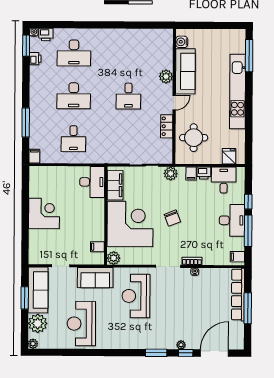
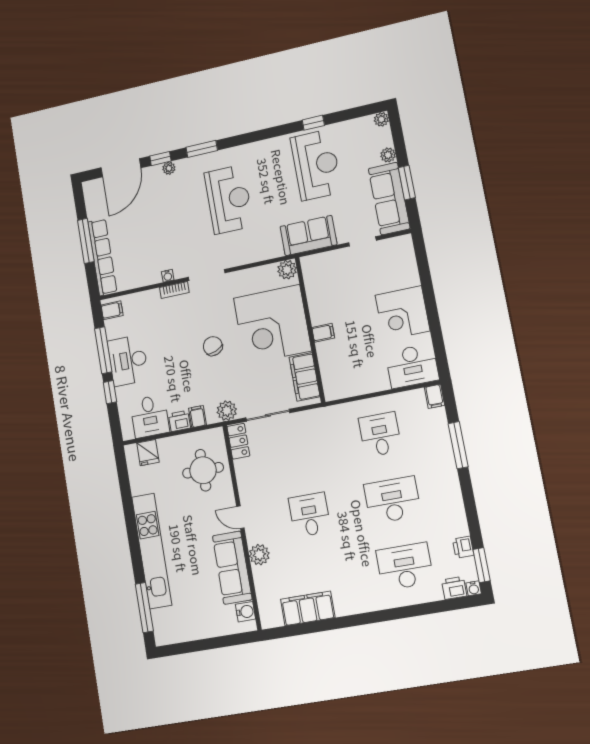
filing cabinet: (141, 37) -> (308, 608), added
door: (174, 103) -> (240, 517), hinge flipped
locker: (167, 126) -> (238, 441), moved
desk: (92, 182) -> (412, 366), moved, turned -90
filing cabinet: (97, 247) -> (323, 333), moved
reception desk: (136, 296) -> (229, 199), moved
plant: (38, 323) -> (388, 155), width x0.53, depth x0.53
window: (78, 352) -> (313, 123), added

